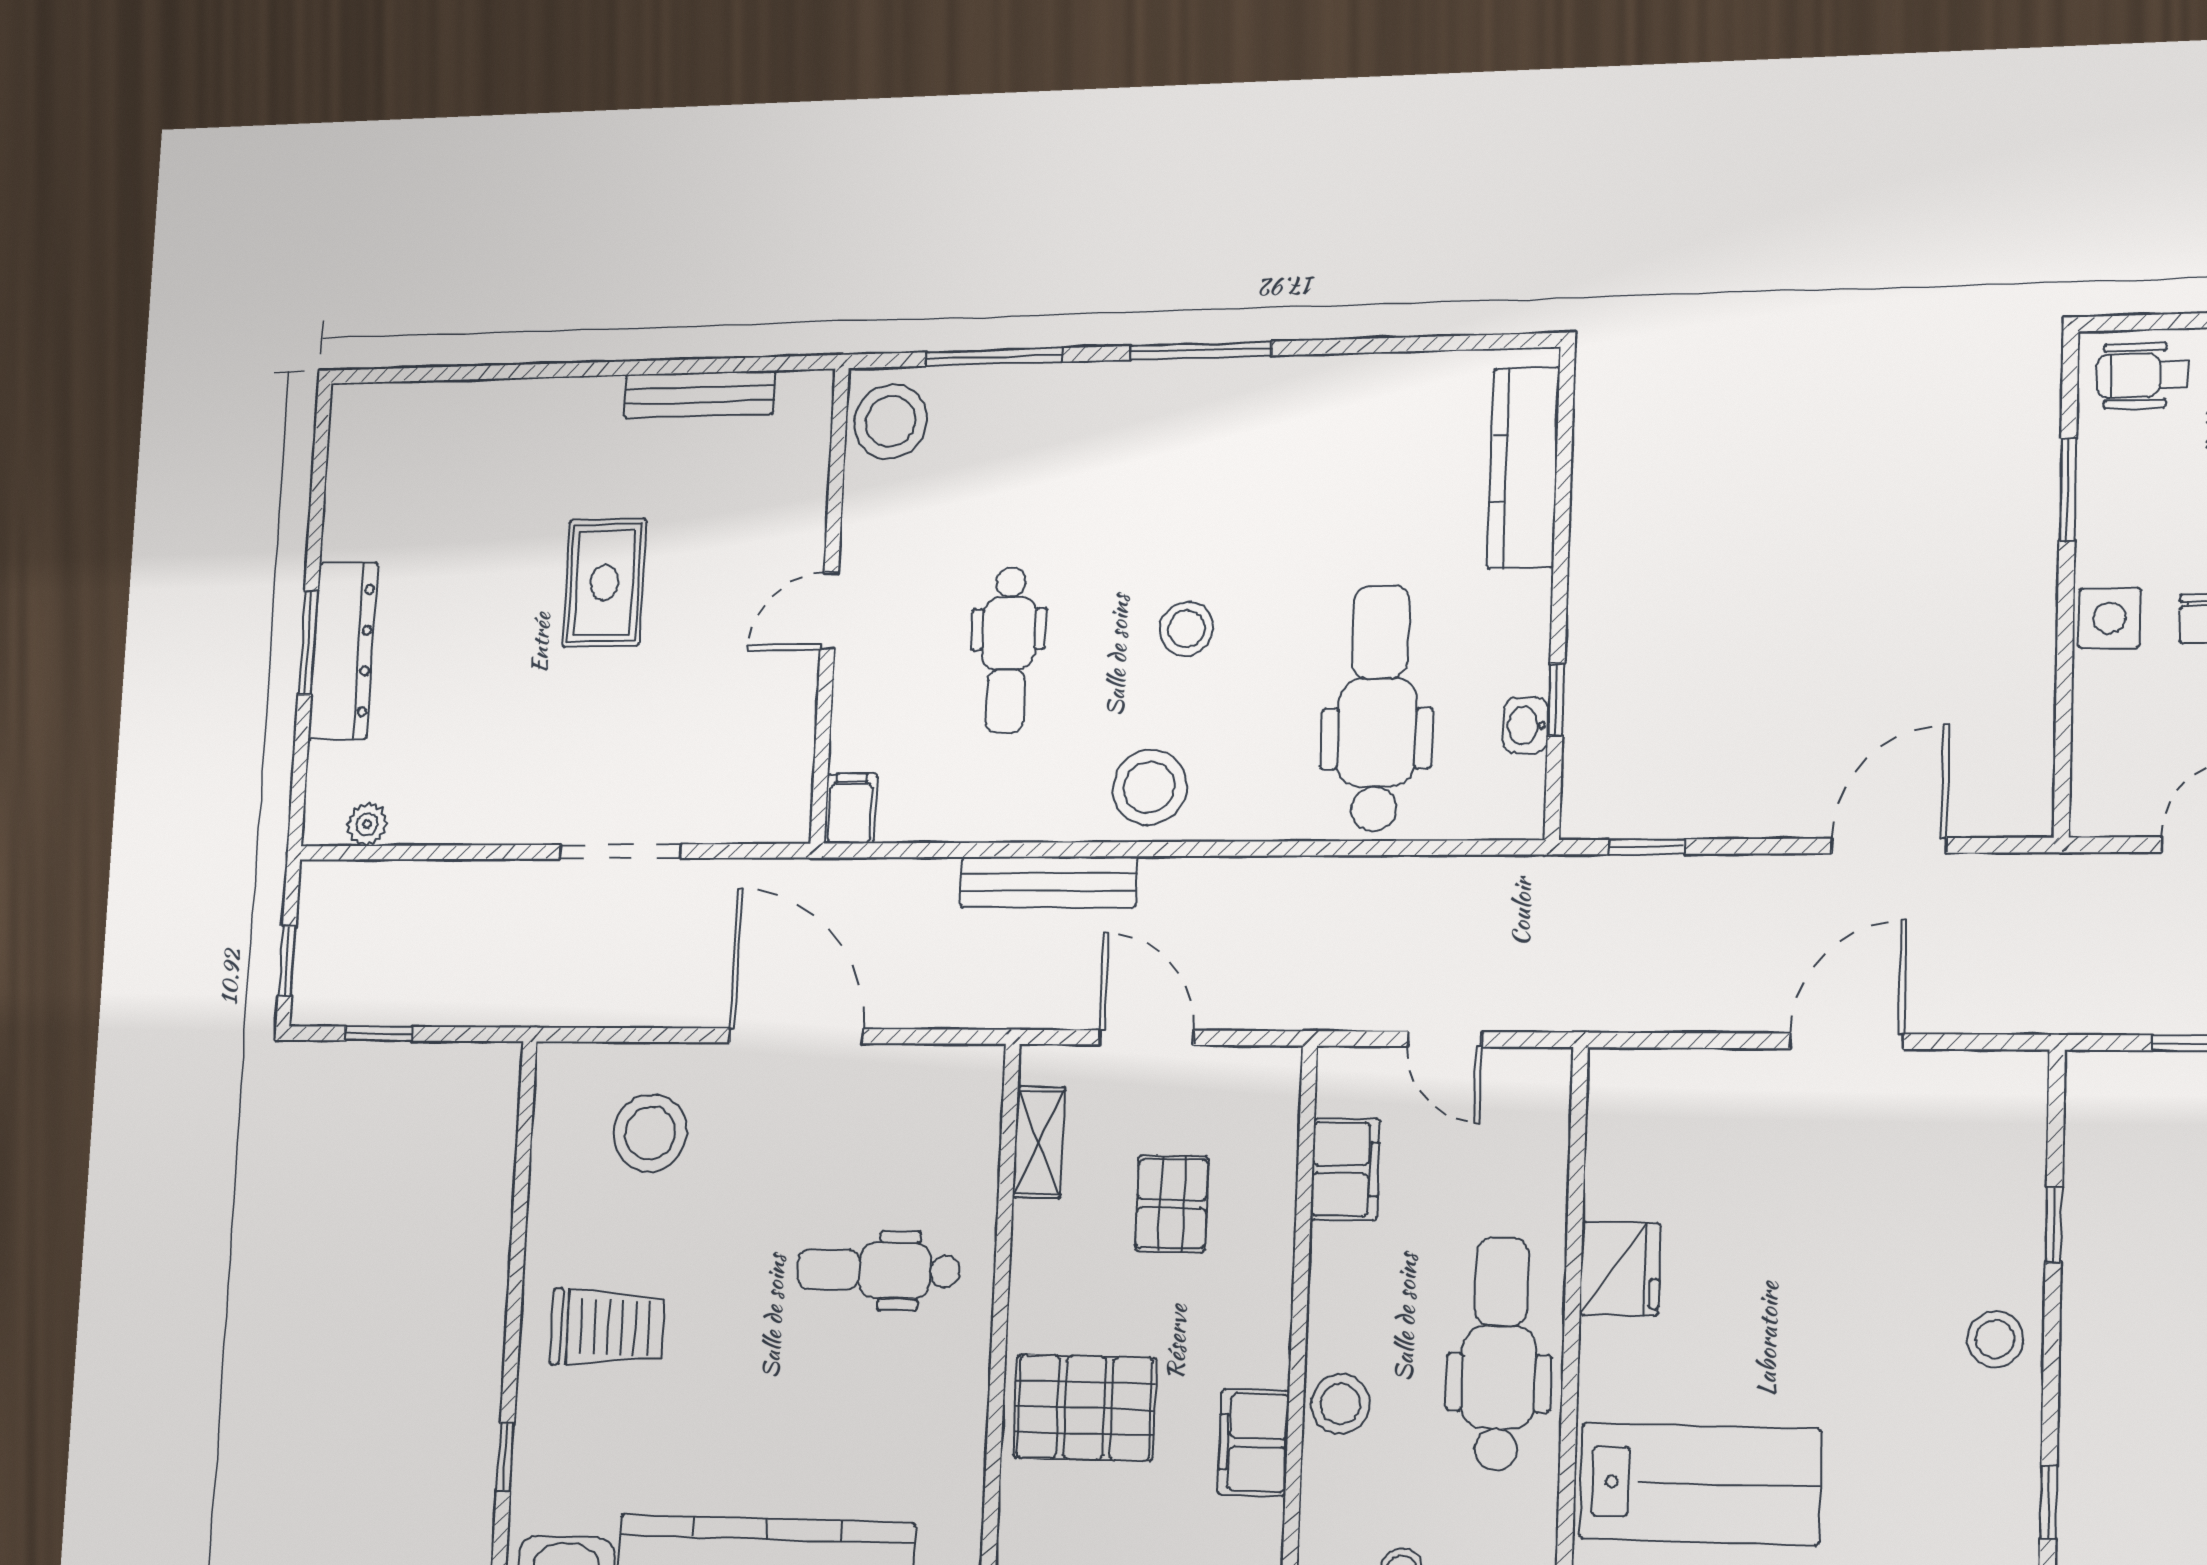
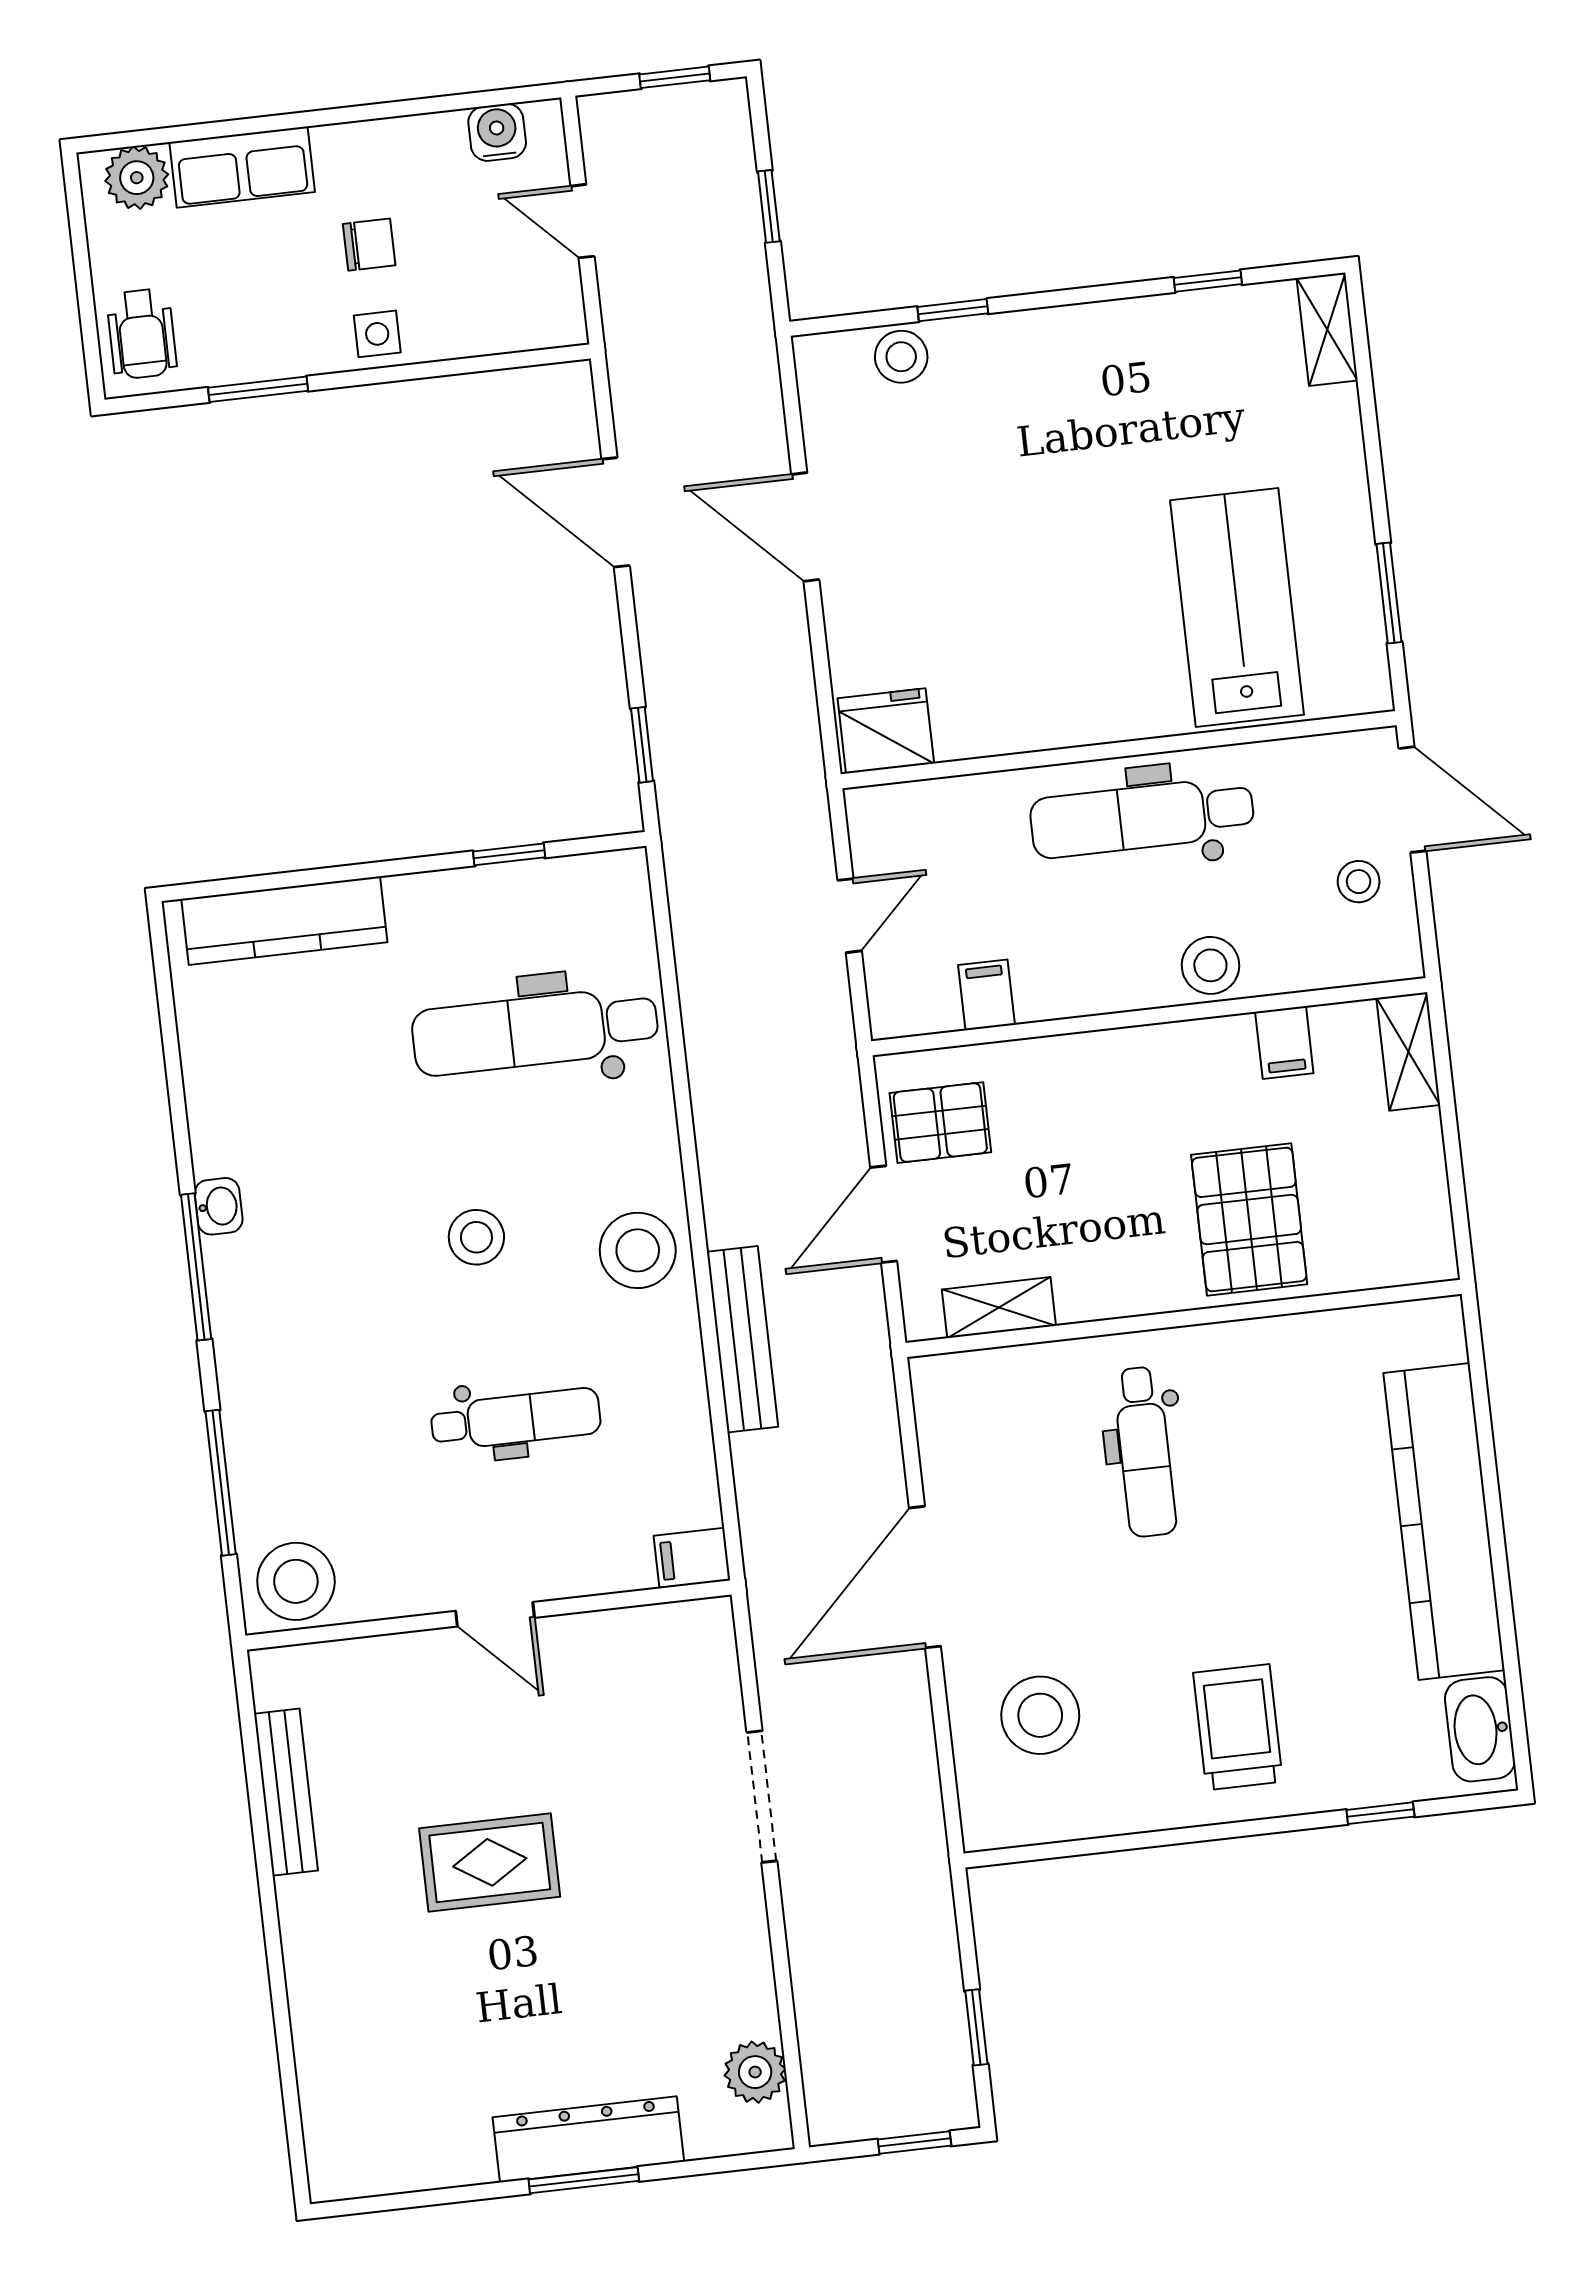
side table: (2110, 618) -> (377, 334), width x0.73, depth x0.73
washbasin: (1526, 725) -> (219, 1206), moved, turned -90
plant: (367, 824) -> (755, 2072), width x1.38, depth x1.38
filing cabinet: (1345, 1169) -> (987, 995), width x0.50
pallet: (1172, 1204) -> (940, 1123), moved
fridge: (1620, 1269) -> (886, 731), moved
stool: (1995, 1339) -> (901, 357), moved
filing cabinet: (1254, 1443) -> (1284, 1042), width x0.50

